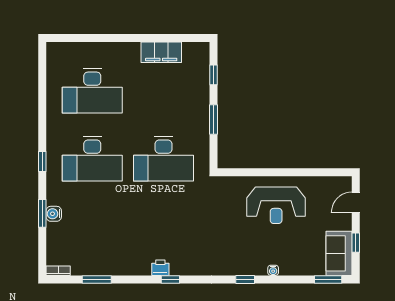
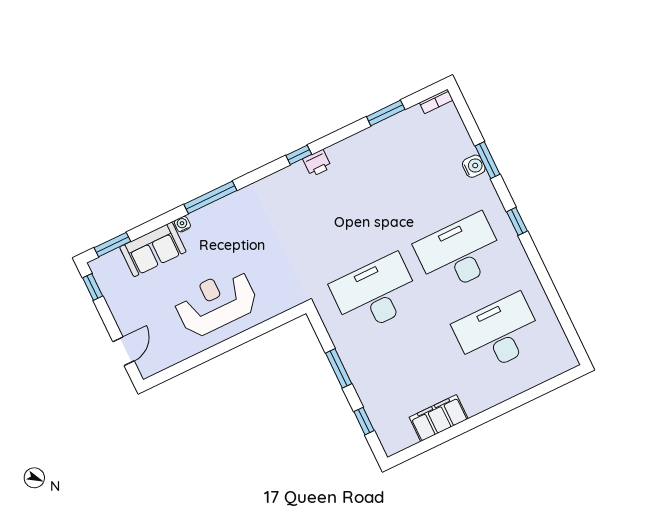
window: (356, 243) -> (93, 287), moved
sofa: (339, 253) -> (153, 249), moved, turned 90
window: (245, 279) -> (210, 197), width x2.17

